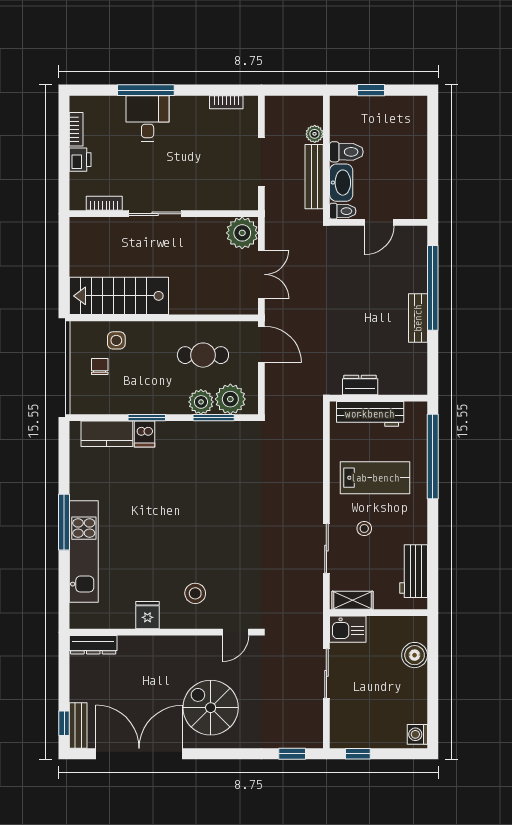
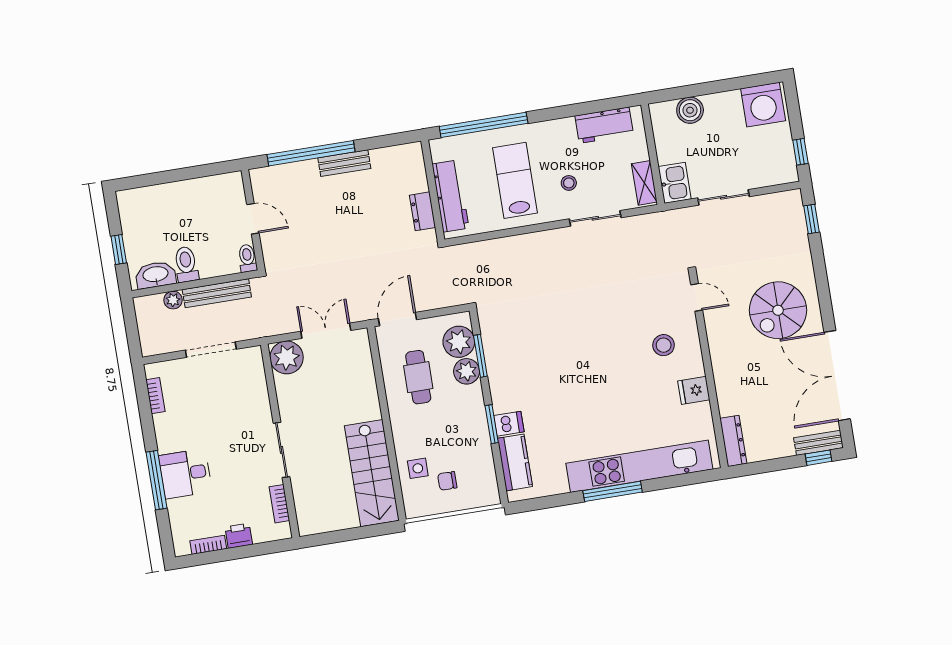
washbasin: (341, 183) -> (156, 275), moved
kitchen unit: (84, 551) -> (639, 466), width x1.36
washing machine: (417, 734) -> (763, 105), width x1.89, depth x1.89

